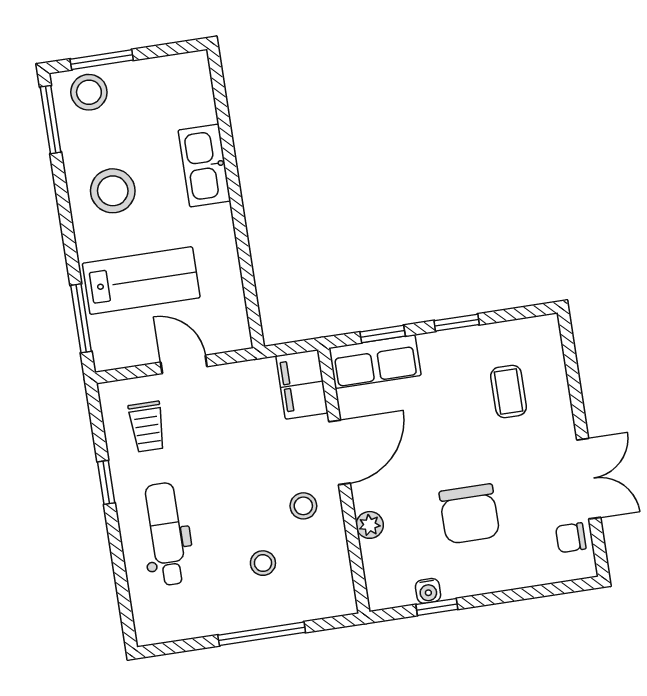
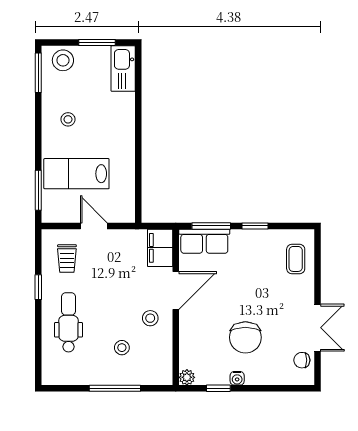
window: (102, 60) -> (97, 43), moved
kitchen sink: (204, 165) -> (123, 69), moved
stool: (113, 191) -> (68, 119), width x0.53, depth x0.53
lab bench: (141, 281) -> (76, 174), turned 180
window: (383, 334) -> (211, 226), width x1.50
coffee table: (509, 391) -> (296, 259), moved
plant: (370, 525) -> (187, 377), moved
water cooler: (428, 591) -> (237, 378), moved

